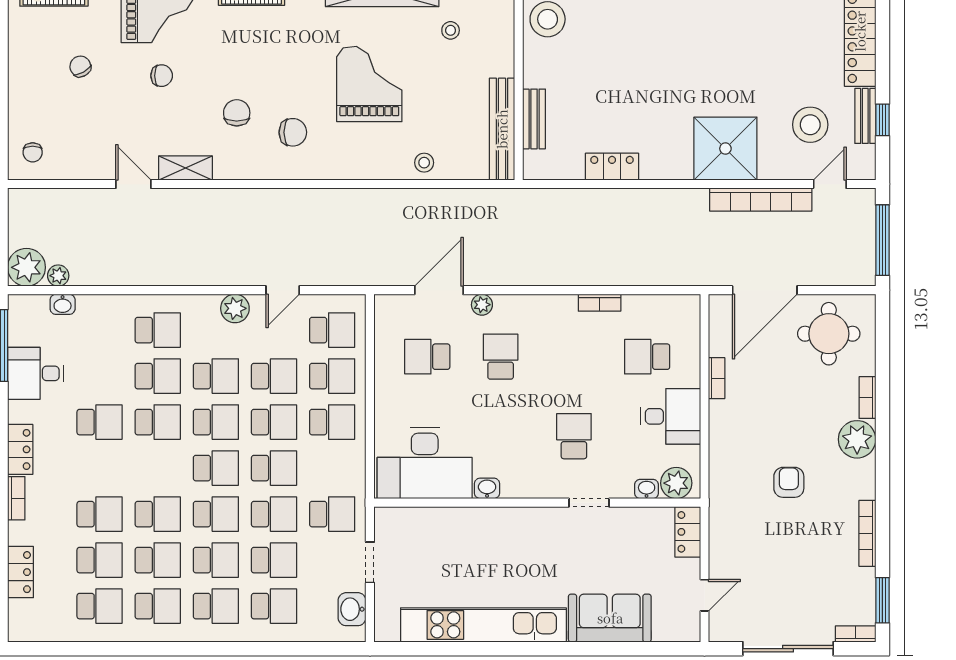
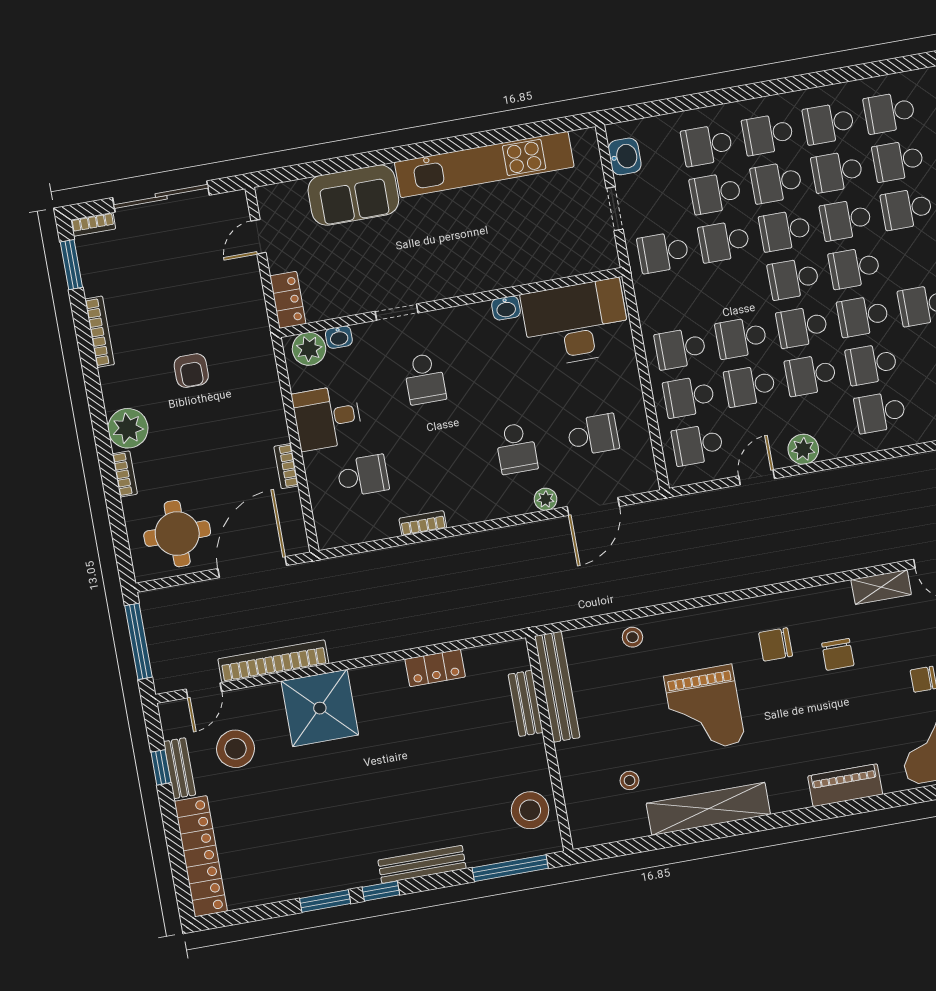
school desk: (274, 468) -> (854, 268), moved

